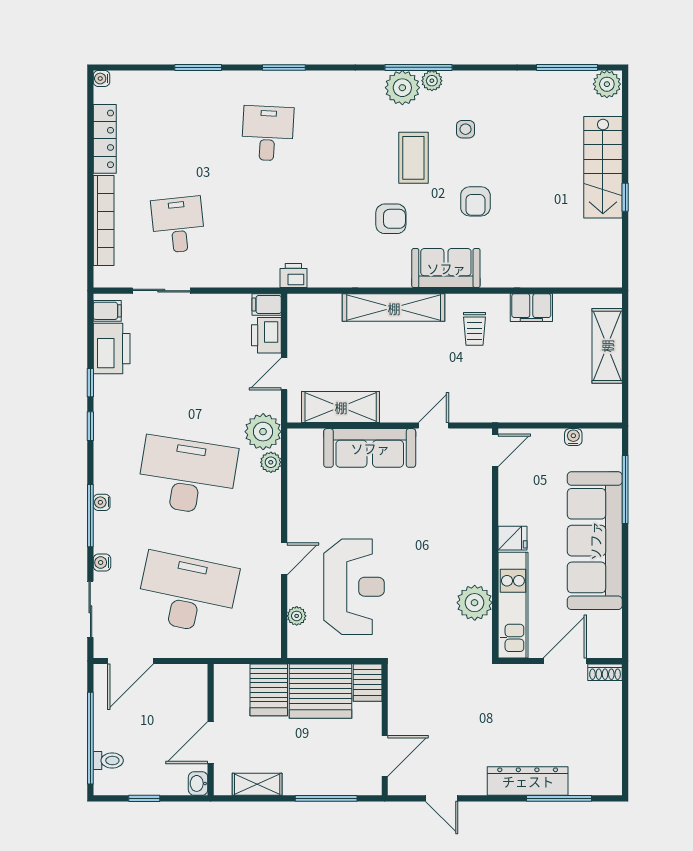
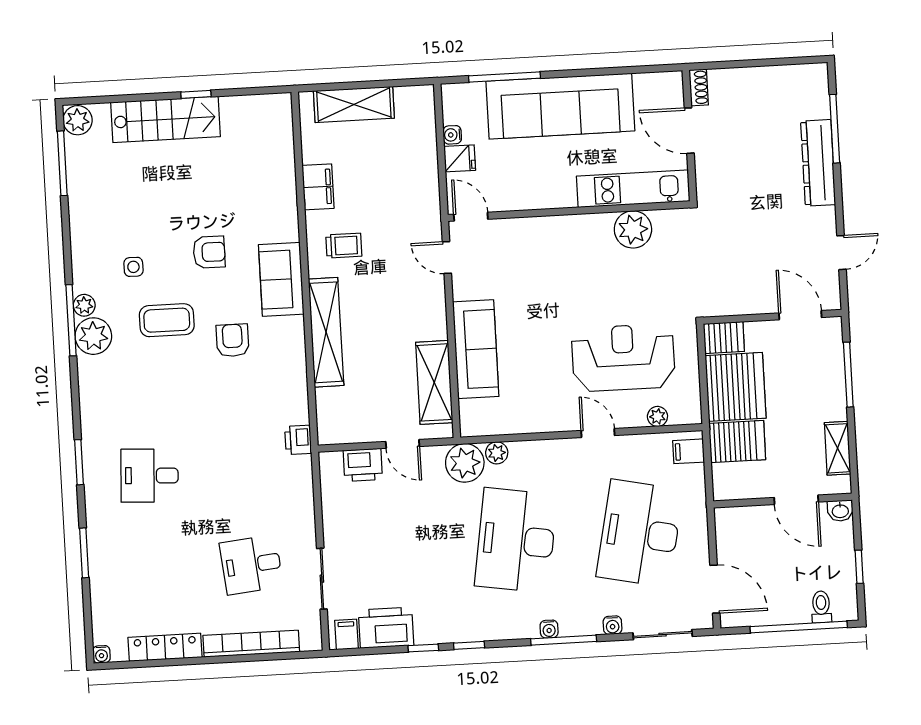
filing cabinet: (267, 305) -> (689, 451), moved, turned 90
door: (433, 426) -> (447, 258), moved
fridge: (512, 538) -> (460, 158), moved, turned 90

